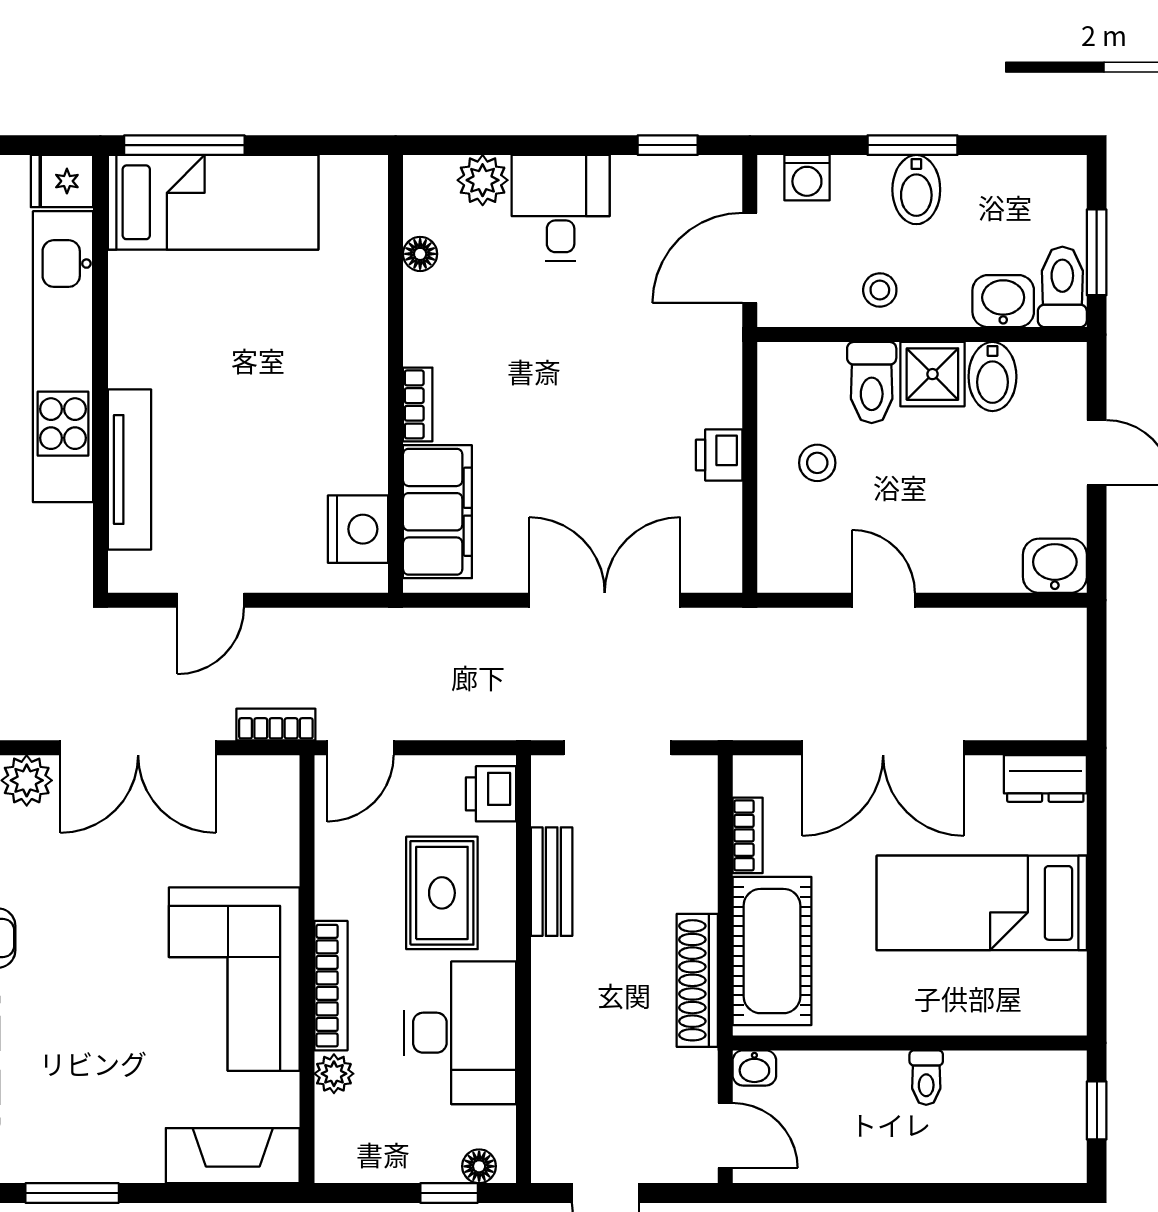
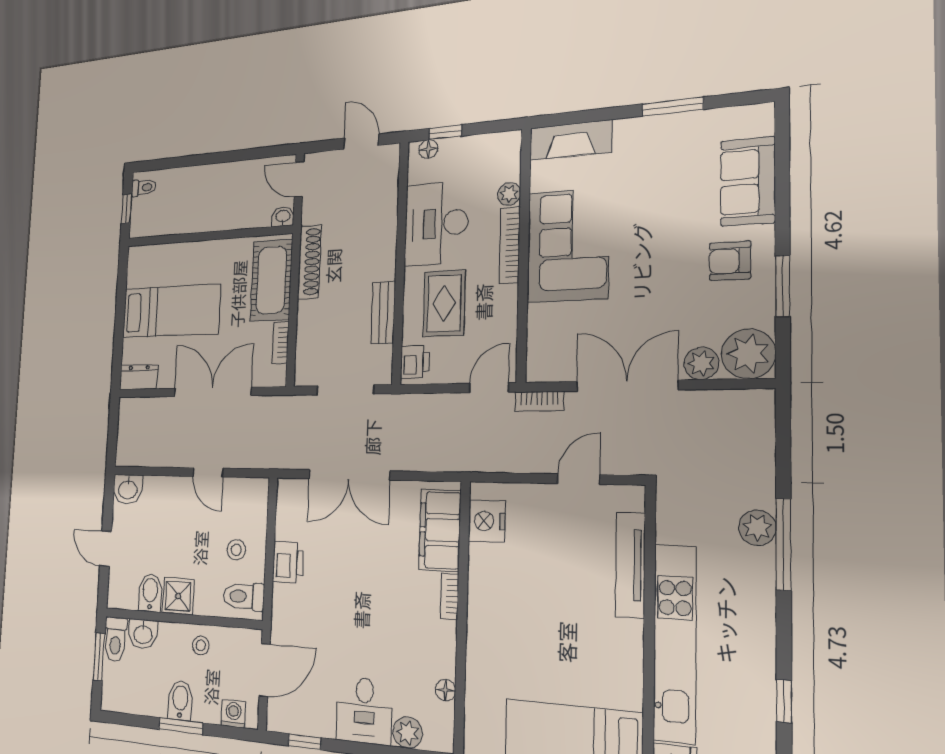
toilet: (872, 382) -> (244, 596), moved, turned -90
printer: (719, 455) -> (288, 562), width x1.36, depth x1.24
toilet: (926, 1078) -> (144, 188), moved, turned 90

